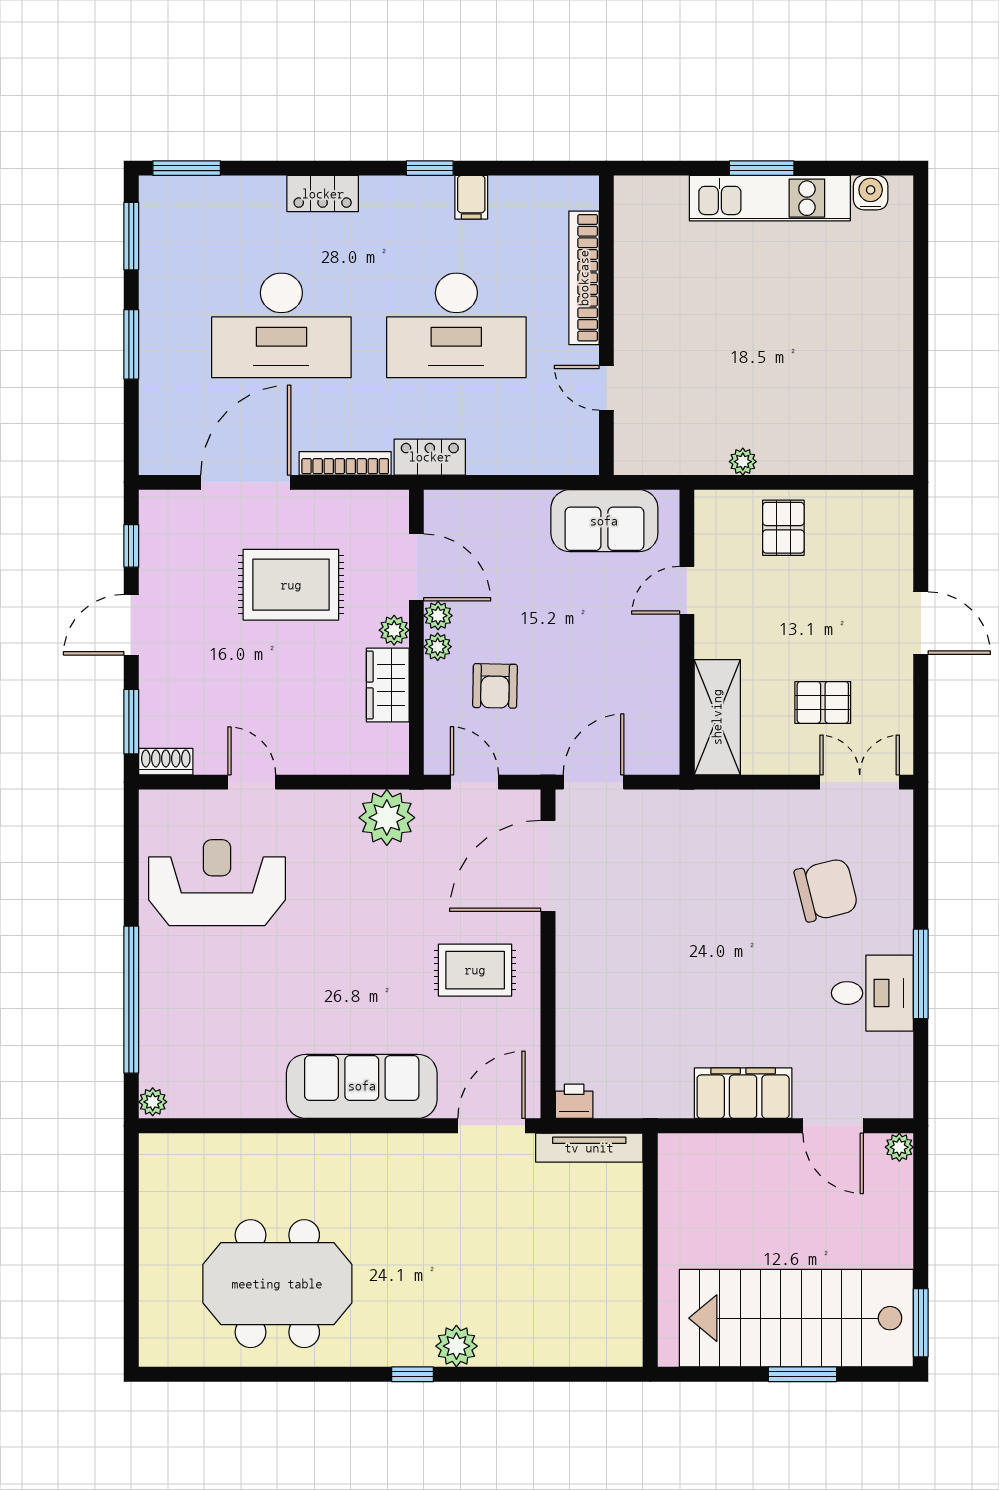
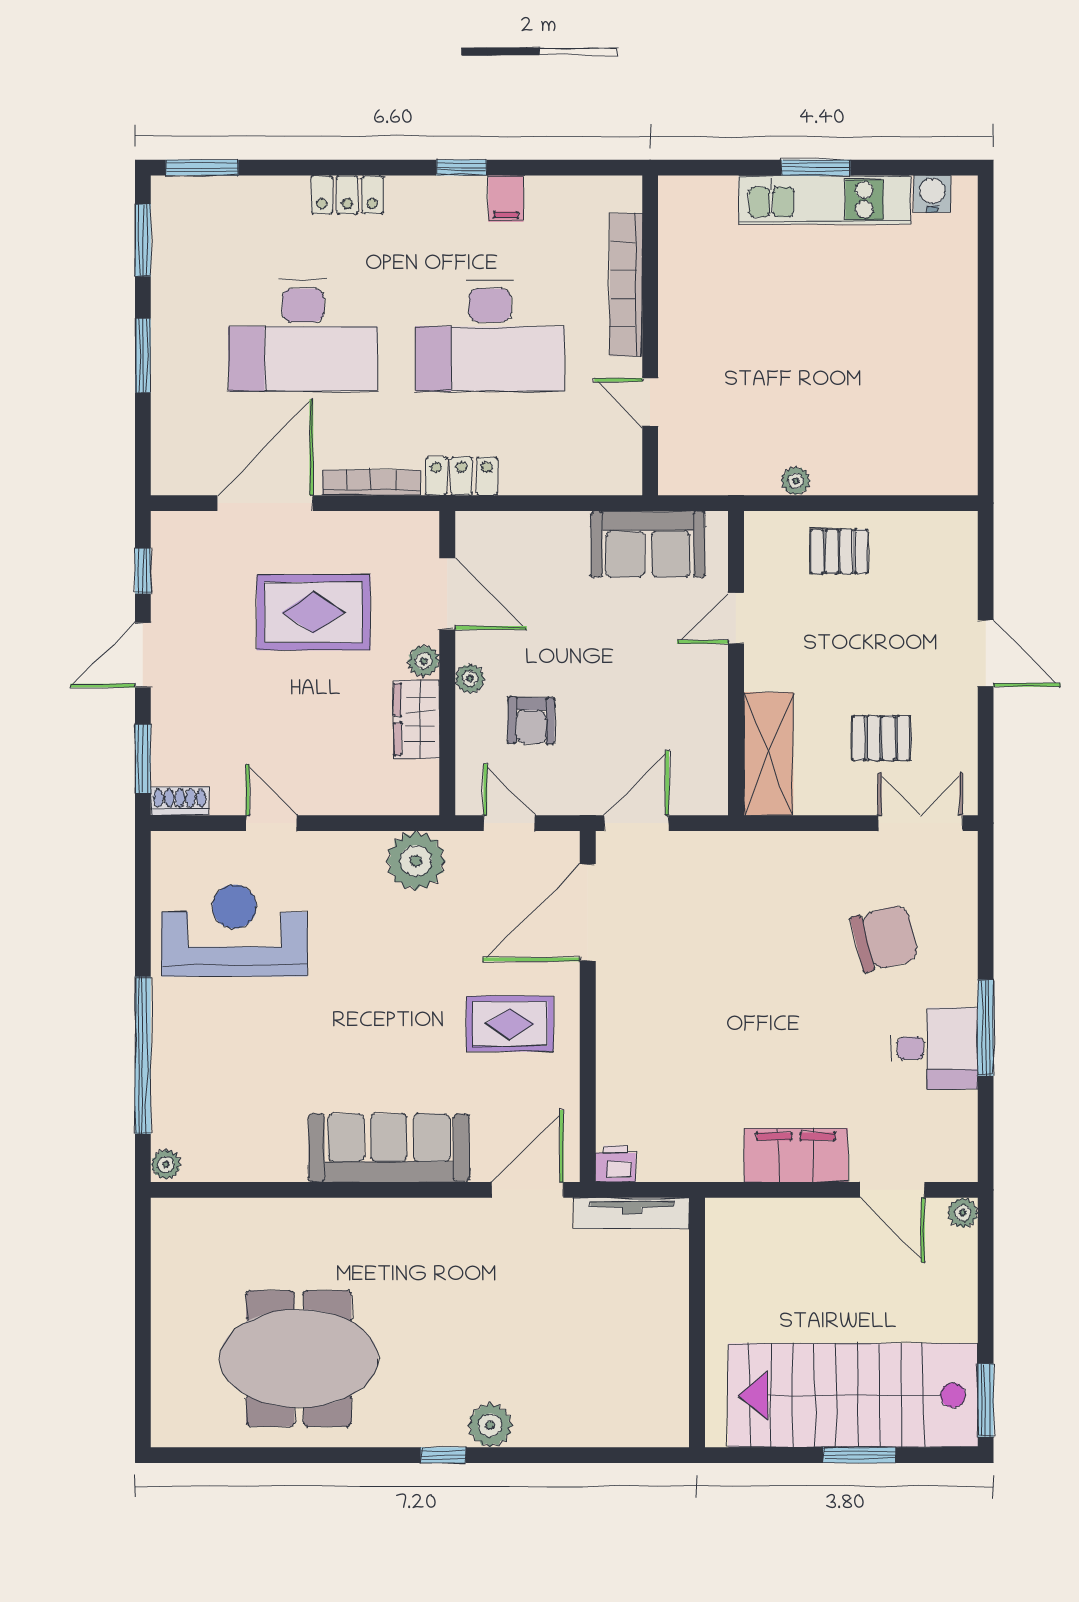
pallet: (783, 528) -> (839, 552), turned 90
plant: (438, 616) -> (470, 645), removed

